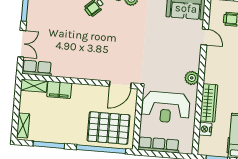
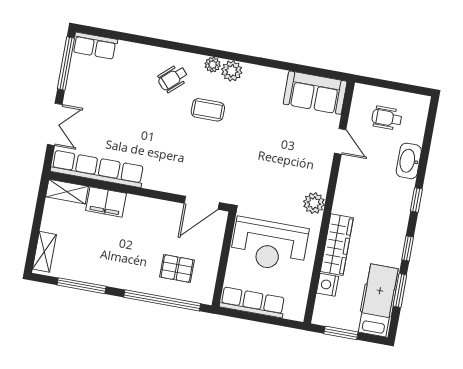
coffee table: (118, 25) -> (208, 110), added
row of seats: (37, 68) -> (97, 169), width x2.02
pallet: (109, 128) -> (177, 268), width x0.49, depth x0.50

